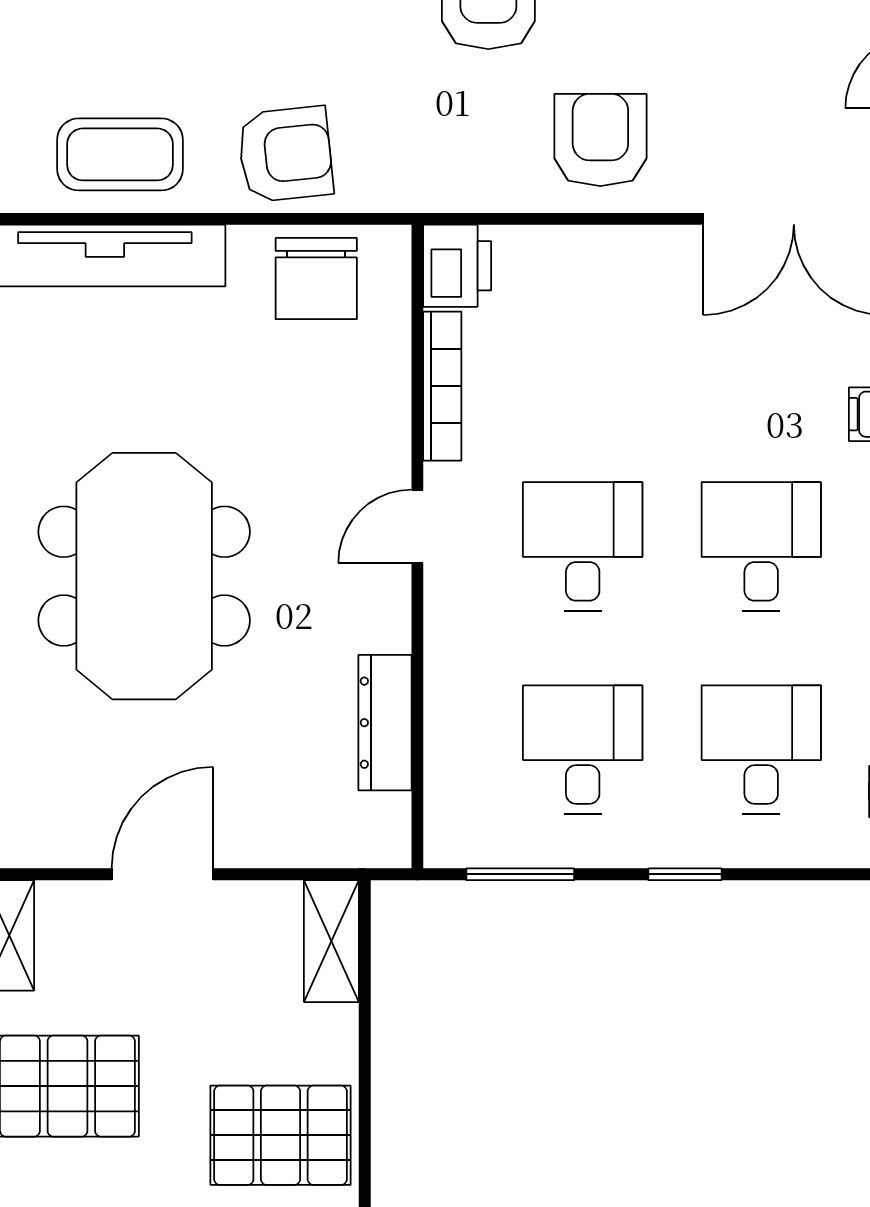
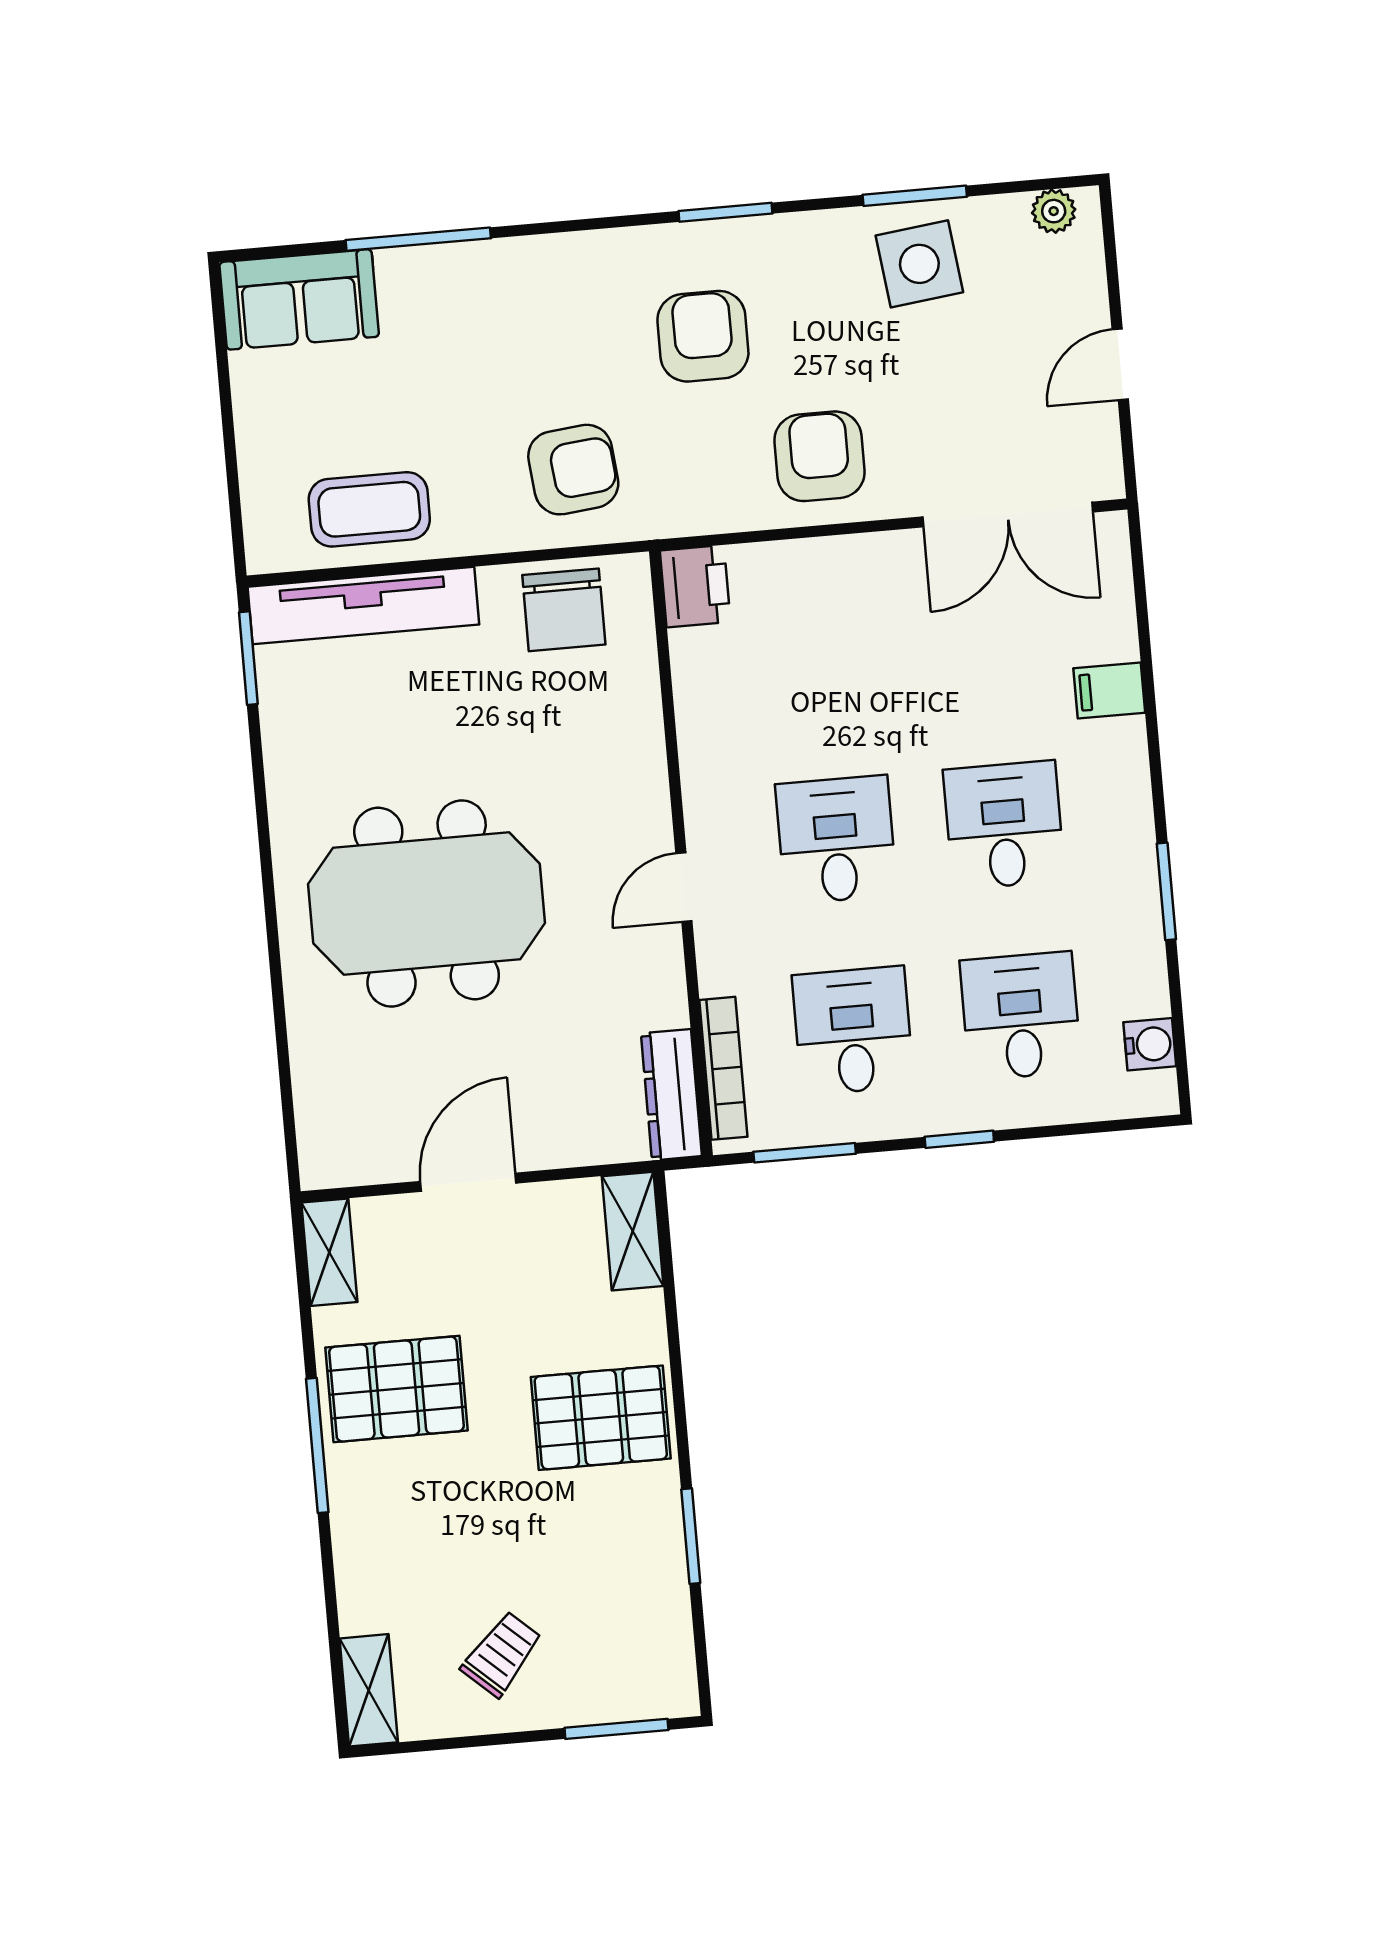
armchair: (285, 154) -> (573, 470), moved
bookcase: (442, 386) -> (723, 1068), moved
door: (417, 526) -> (684, 887), moved
meeting table: (144, 576) -> (427, 904), turned 90
dresser: (385, 723) -> (671, 1095), moved

